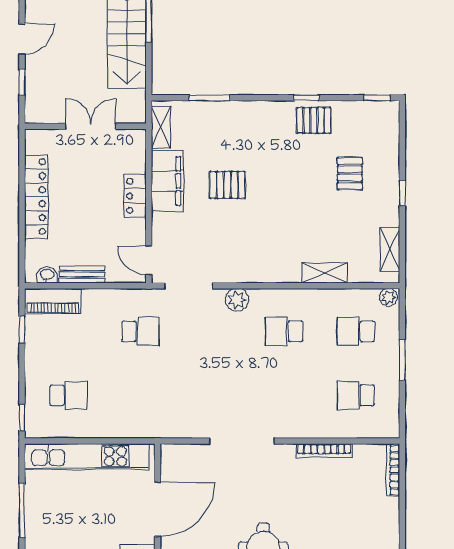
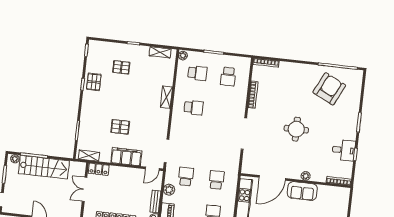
filing cabinet: (167, 181) -> (126, 157), moved
pallet: (227, 185) -> (120, 127), turned 90
locker: (135, 196) -> (99, 169), moved
shelving: (325, 273) -> (166, 97), moved
plant: (237, 300) -> (169, 190), moved
school desk: (284, 331) -> (194, 108), turned -90
school desk: (356, 331) -> (197, 73), turned -90
school desk: (140, 395) -> (217, 180), added
door: (157, 509) -> (272, 178), swing flipped

